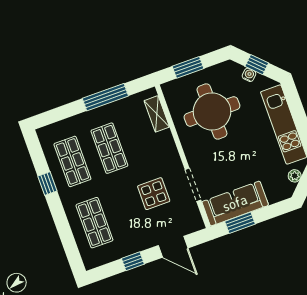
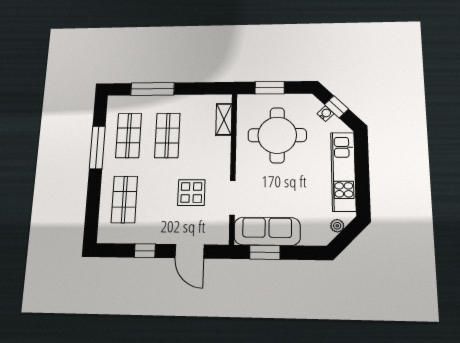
window: (105, 97) -> (153, 89), moved
window: (47, 183) -> (97, 147), width x2.17

